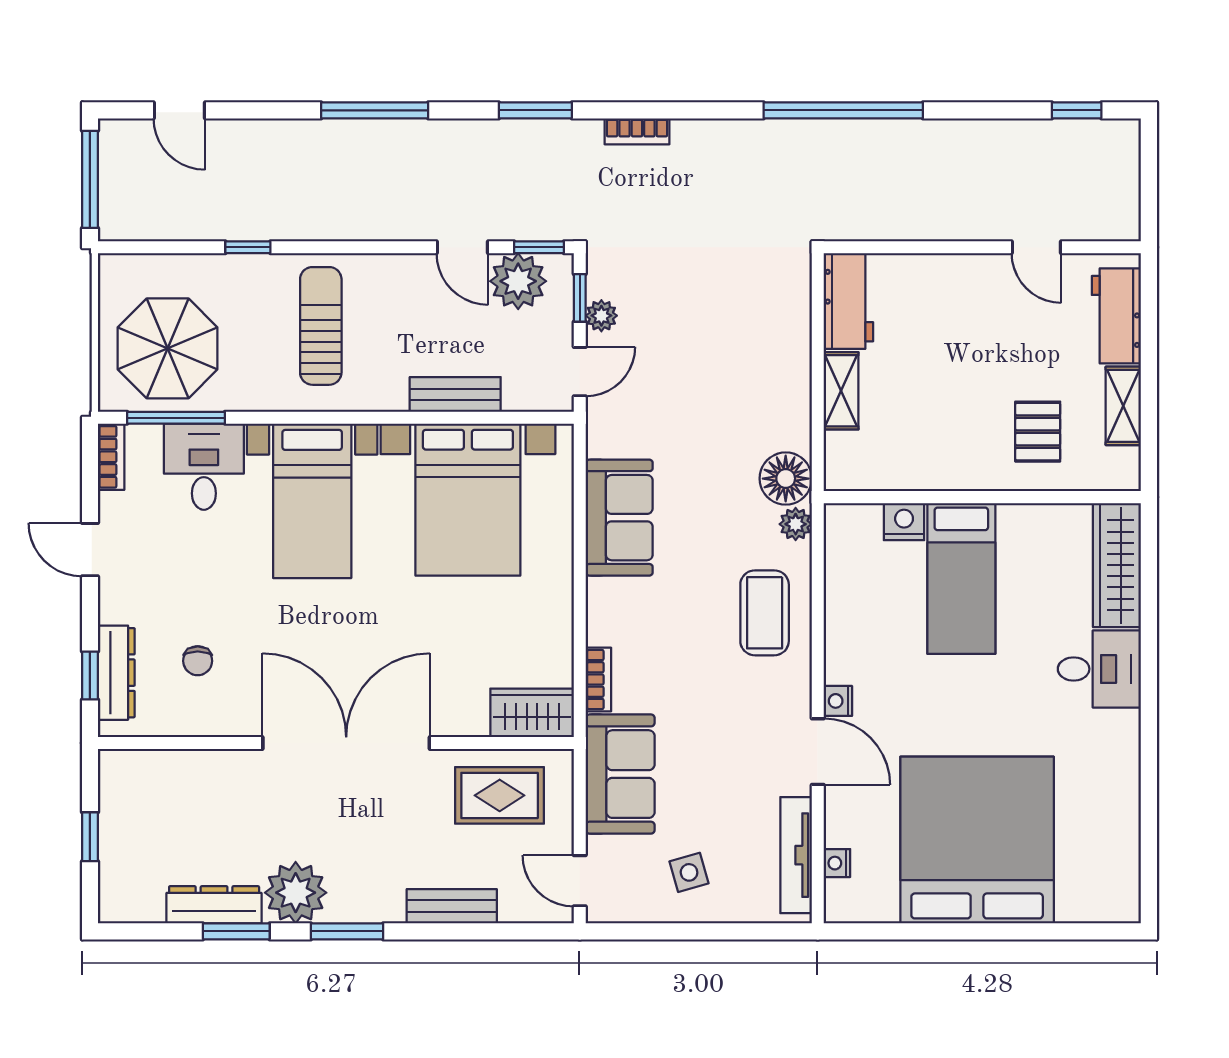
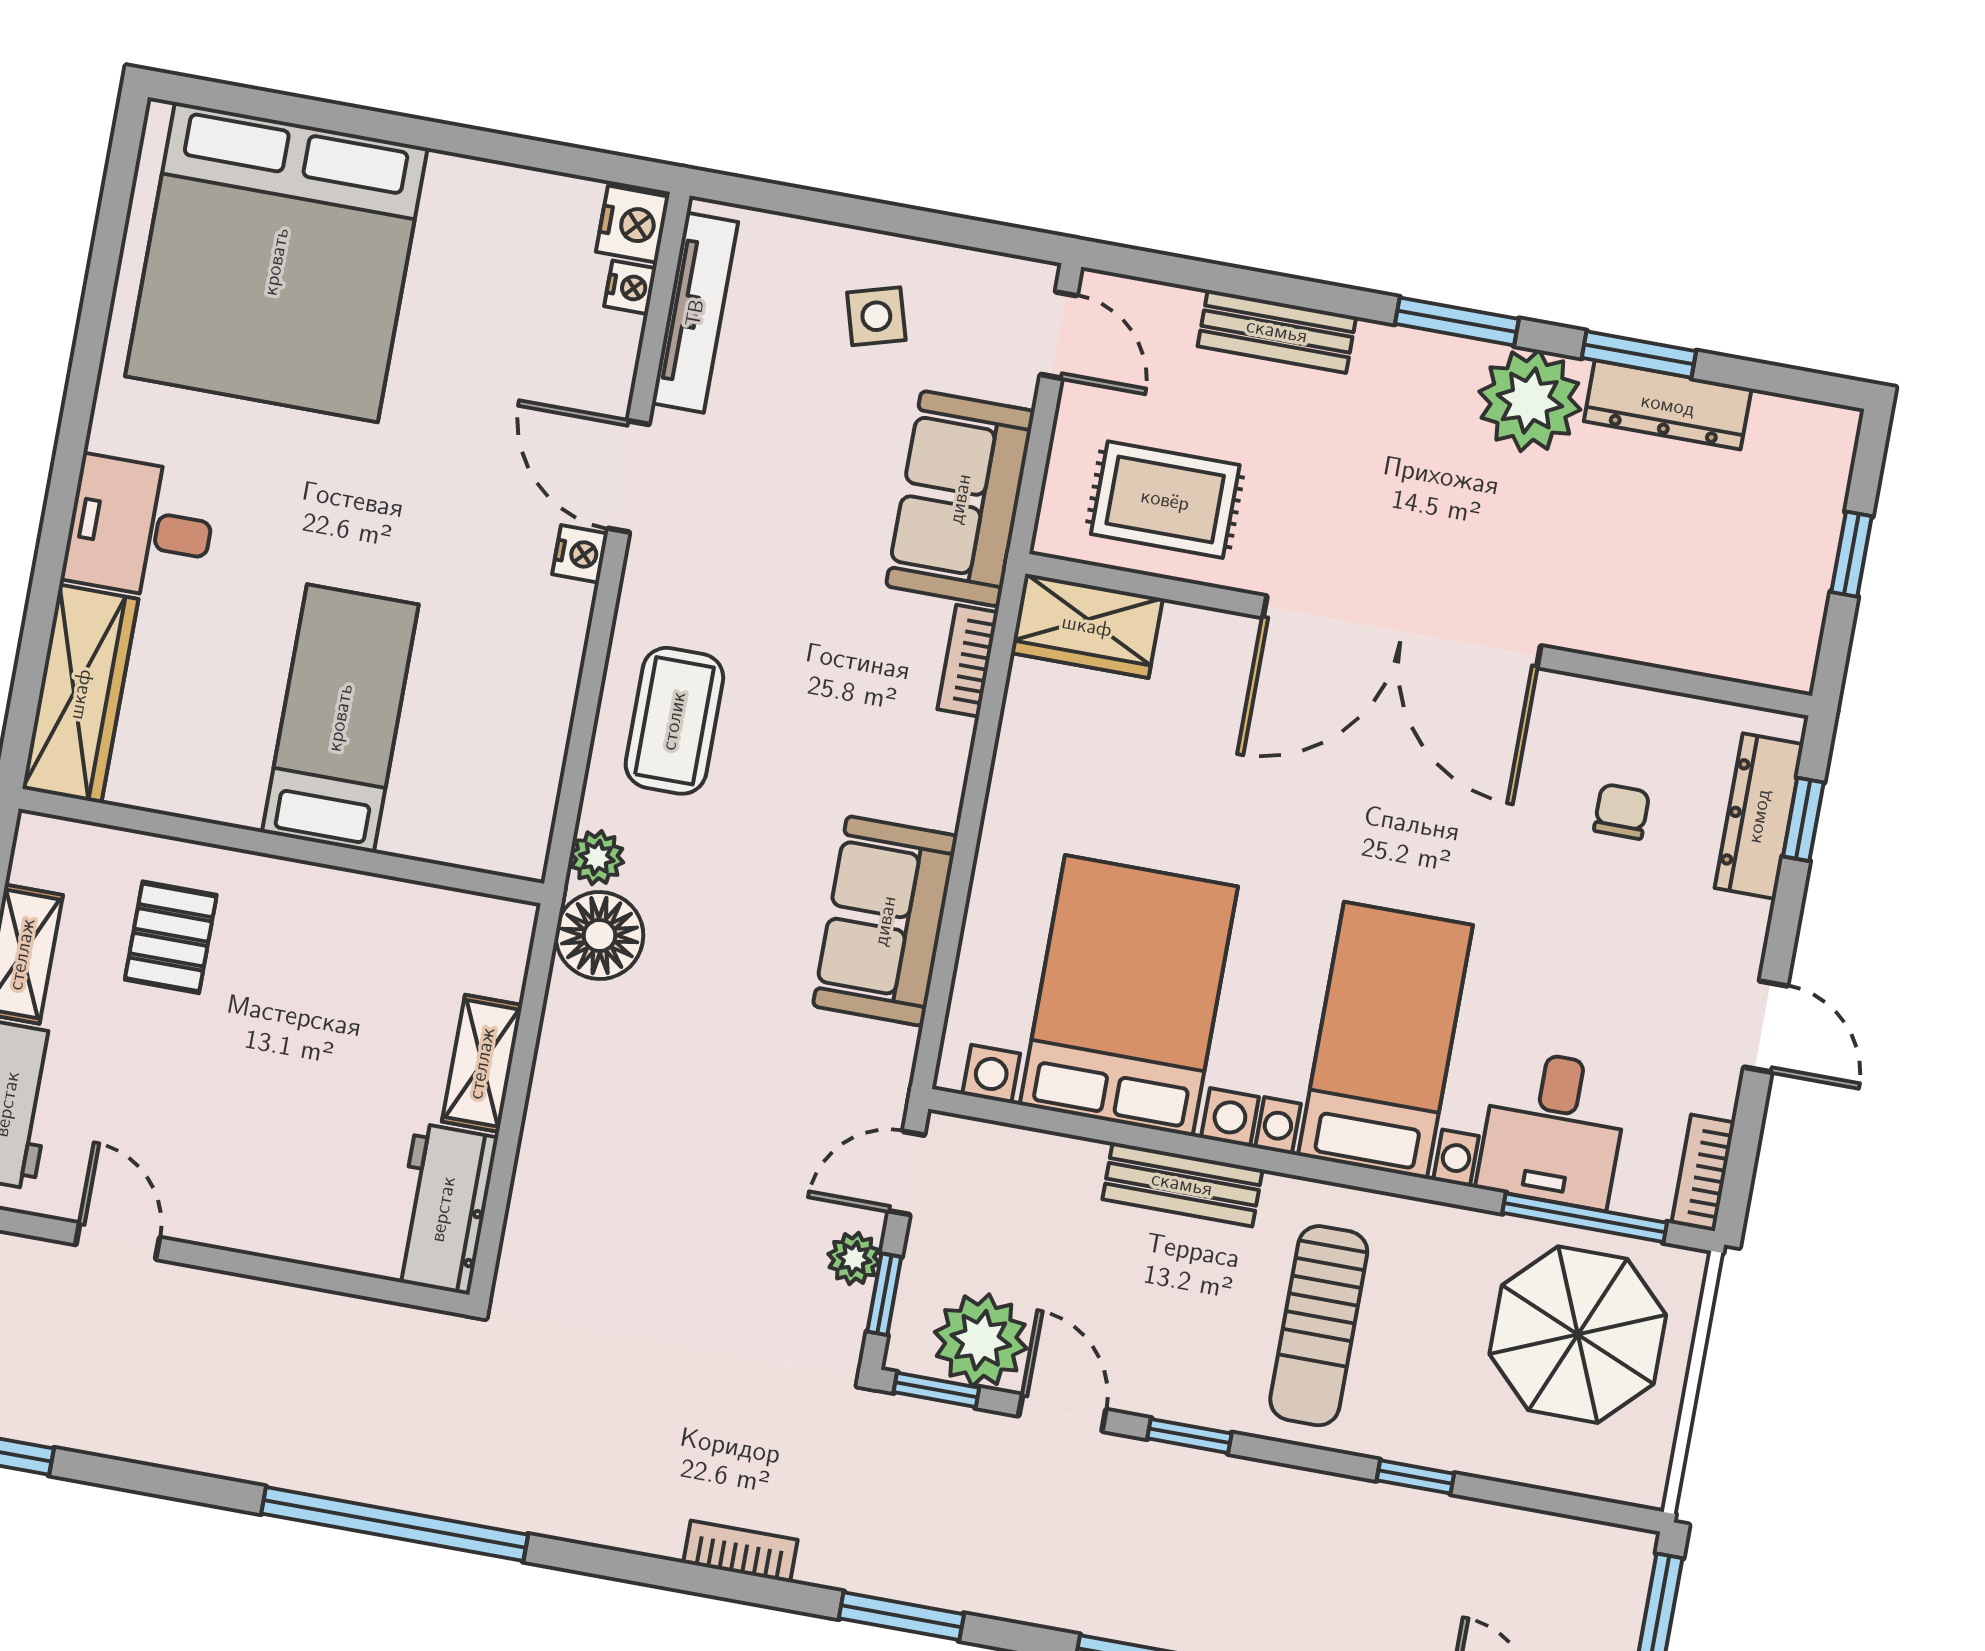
window: (385, 247) -> (1189, 1436), added
bench: (455, 394) -> (1182, 1184), moved
nightstand: (904, 522) -> (633, 224), moved, turned -90
bed: (977, 840) -> (276, 262), moved

